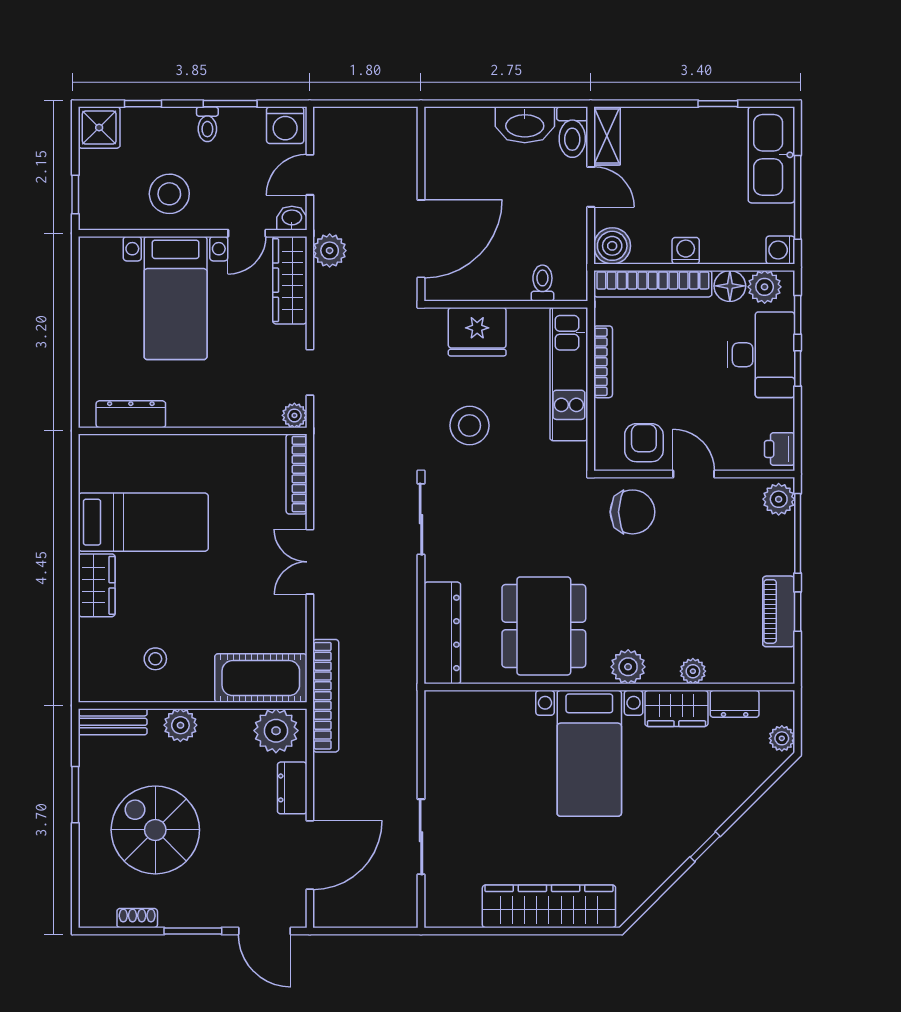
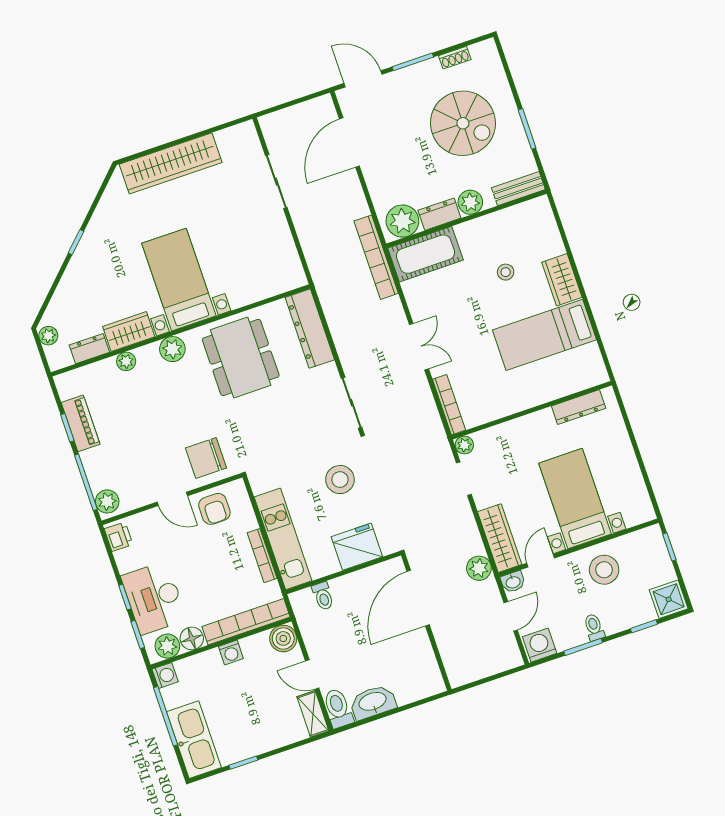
stool: (155, 659) -> (506, 272), moved
dresser: (292, 788) -> (439, 214), moved, turned -90

